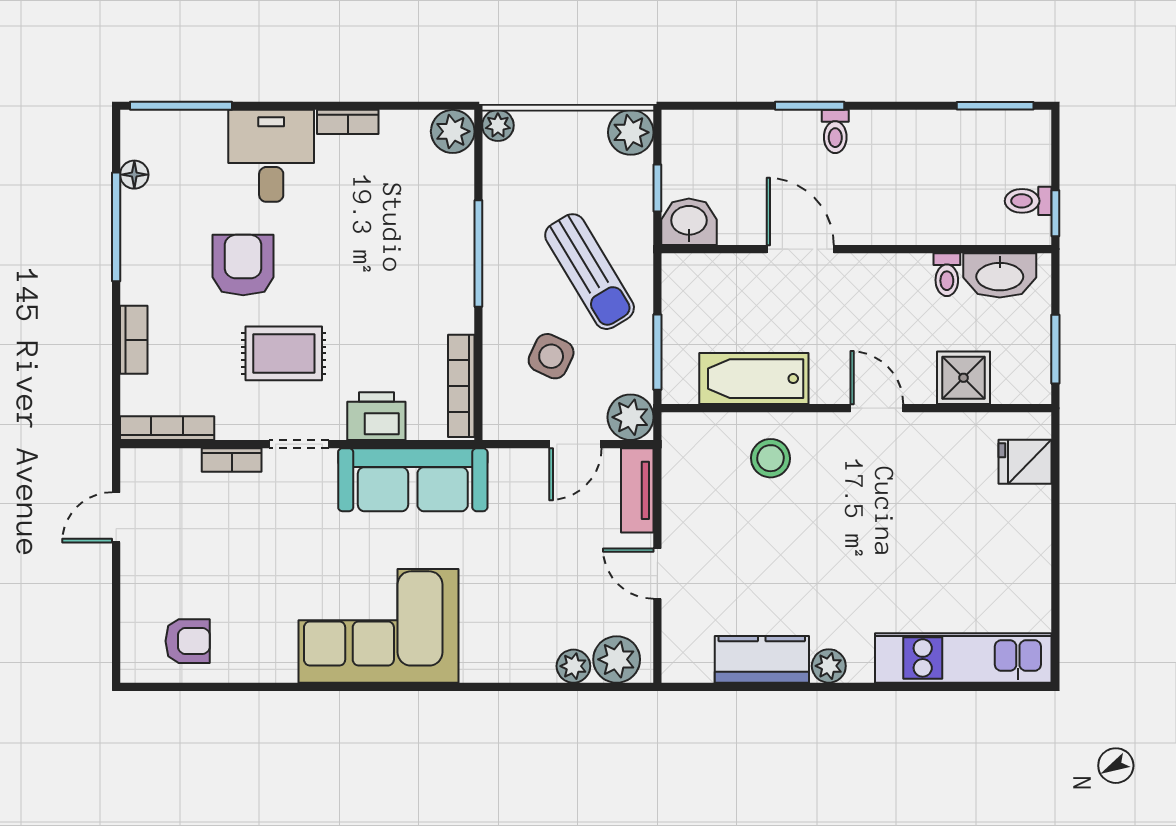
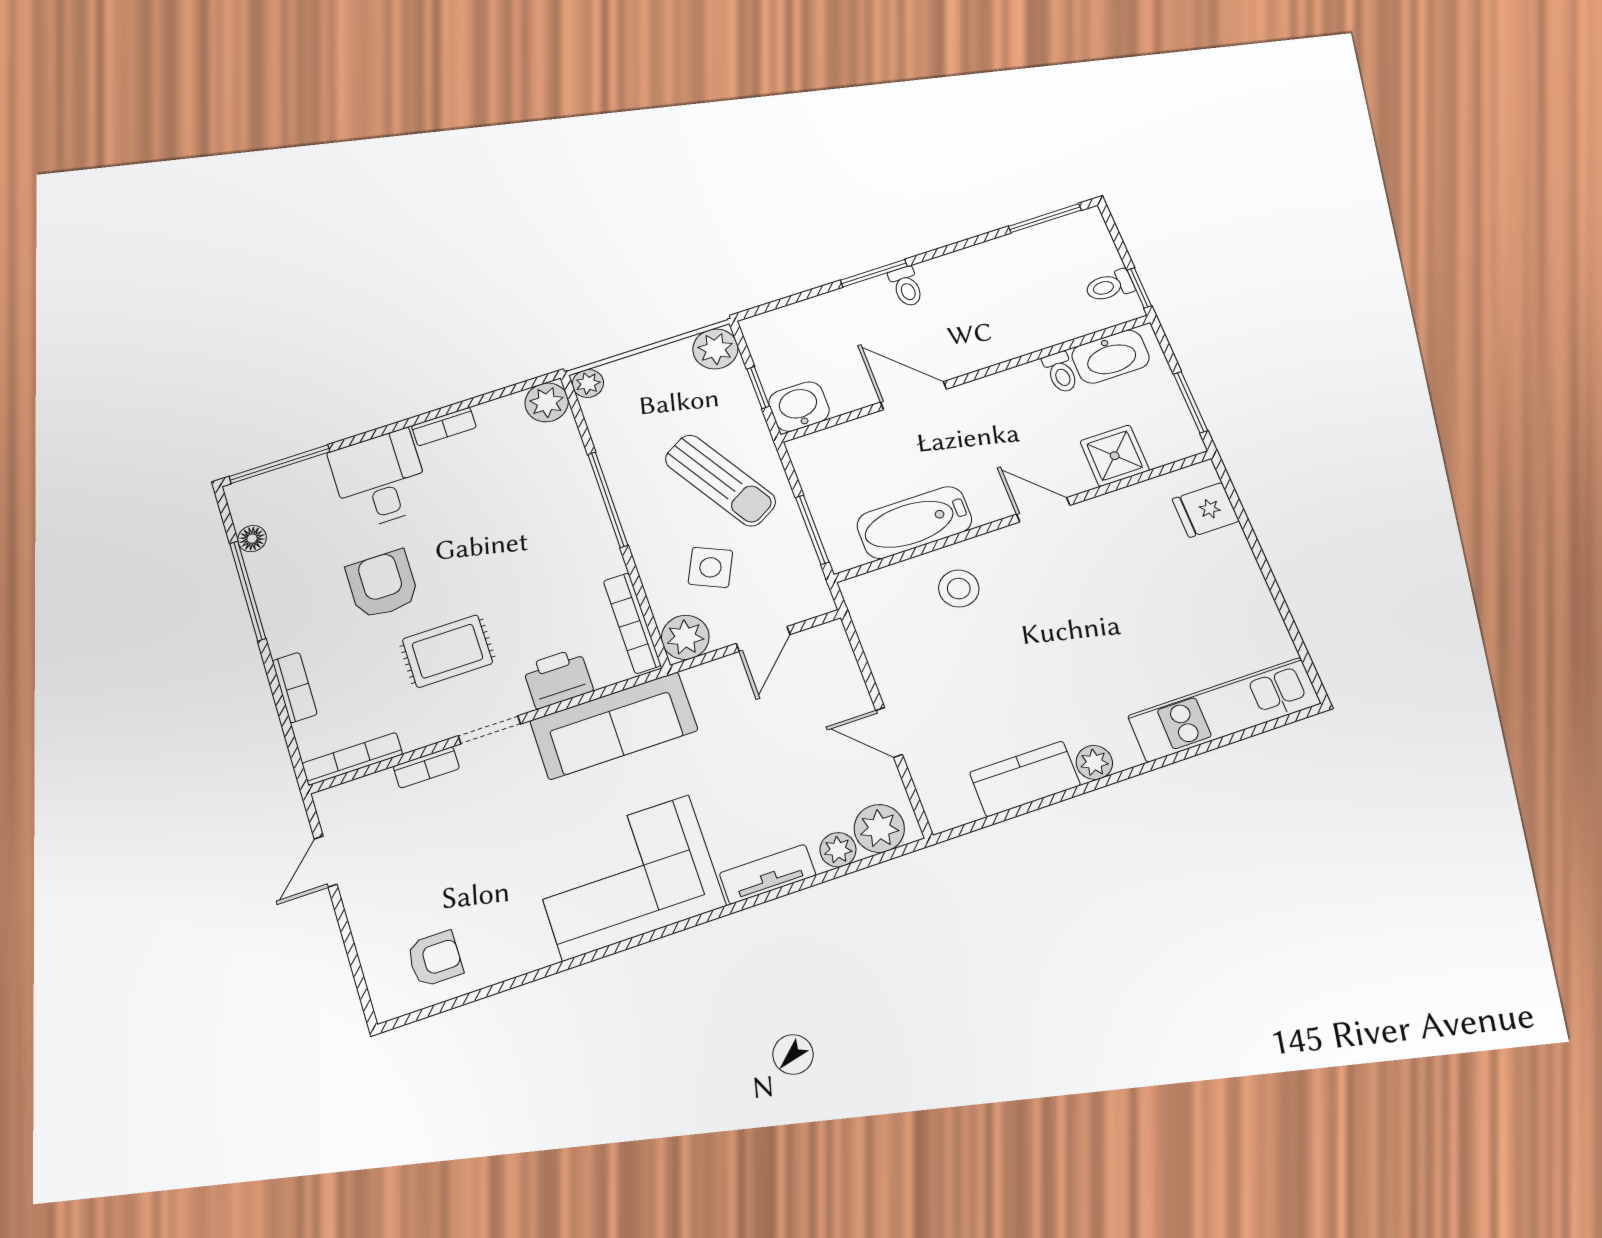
plant: (631, 417) -> (685, 637), moved
tv unit: (637, 490) -> (768, 874), moved, turned 90

